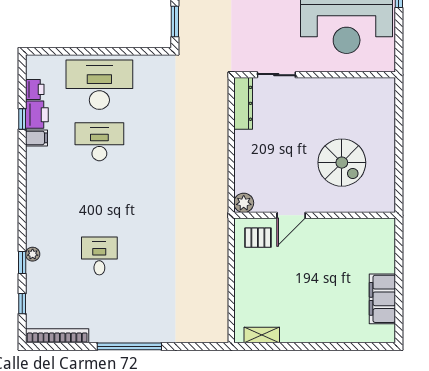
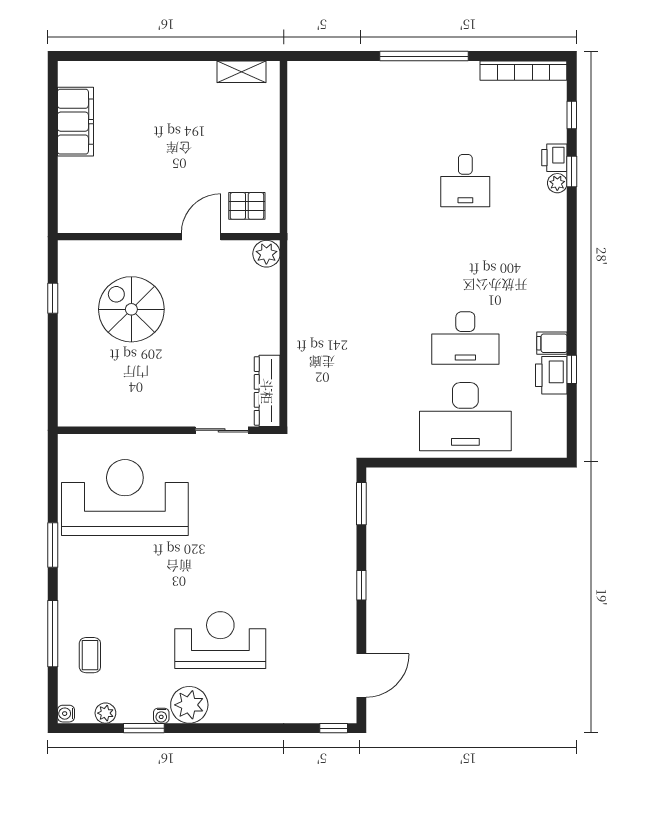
printer: (35, 89) -> (554, 158), moved
window: (399, 171) -> (53, 298), added

